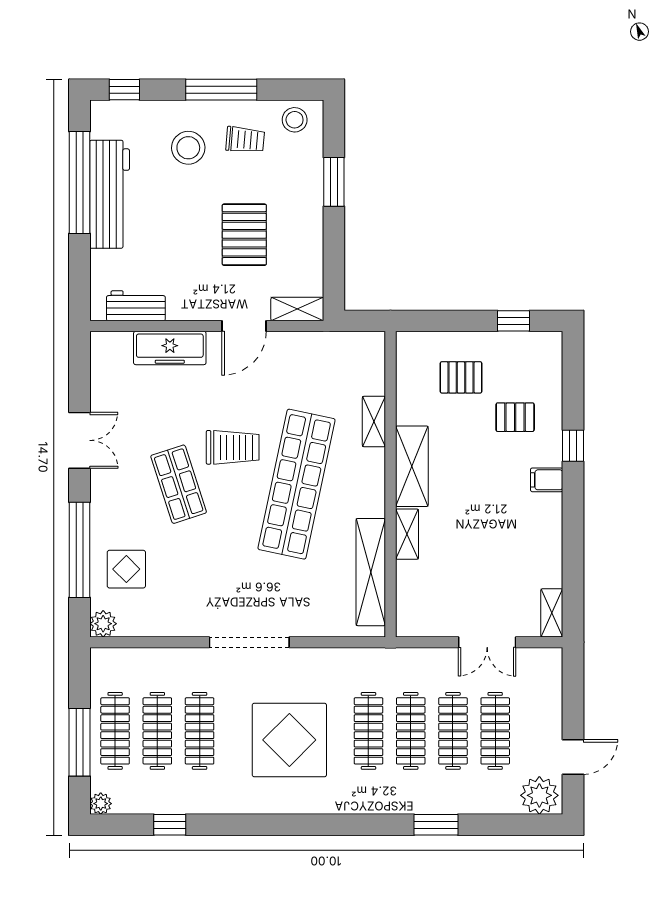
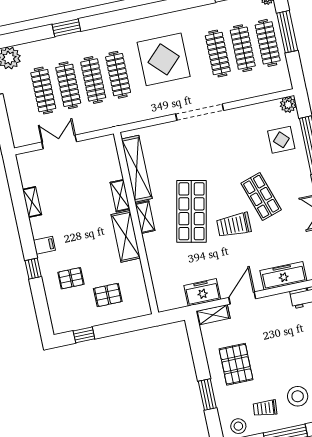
pallet: (244, 235) -> (236, 364), moved
freezer: (307, 349) -> (202, 292), added
shelving: (374, 422) -> (145, 217), moved
shop shelf: (297, 484) -> (191, 211), width x0.71
shelving: (552, 613) -> (32, 202), moved

